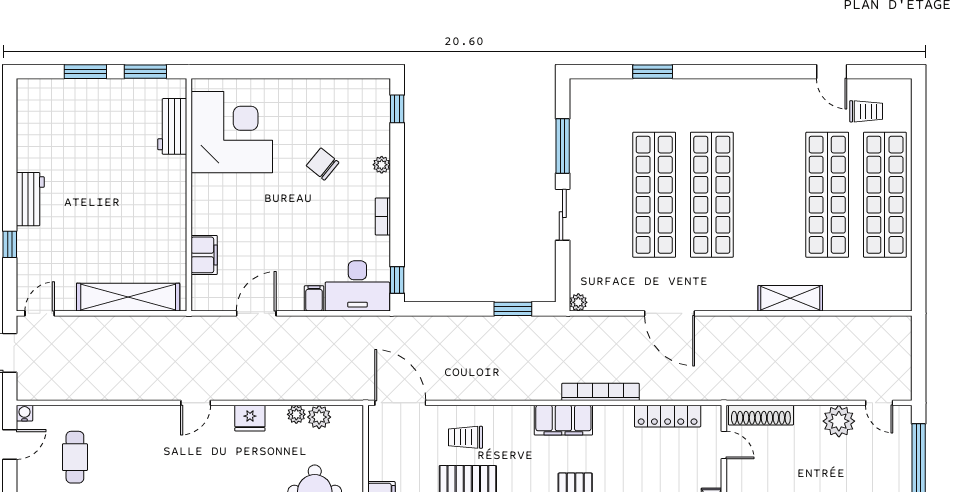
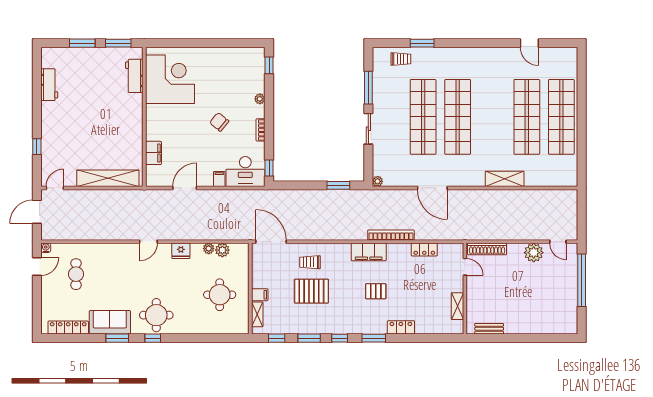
trolley: (866, 111) -> (401, 59), moved
chair: (323, 164) -> (219, 122), moved
workbench: (30, 199) -> (49, 85), moved
locker: (668, 416) -> (424, 250), width x0.66

